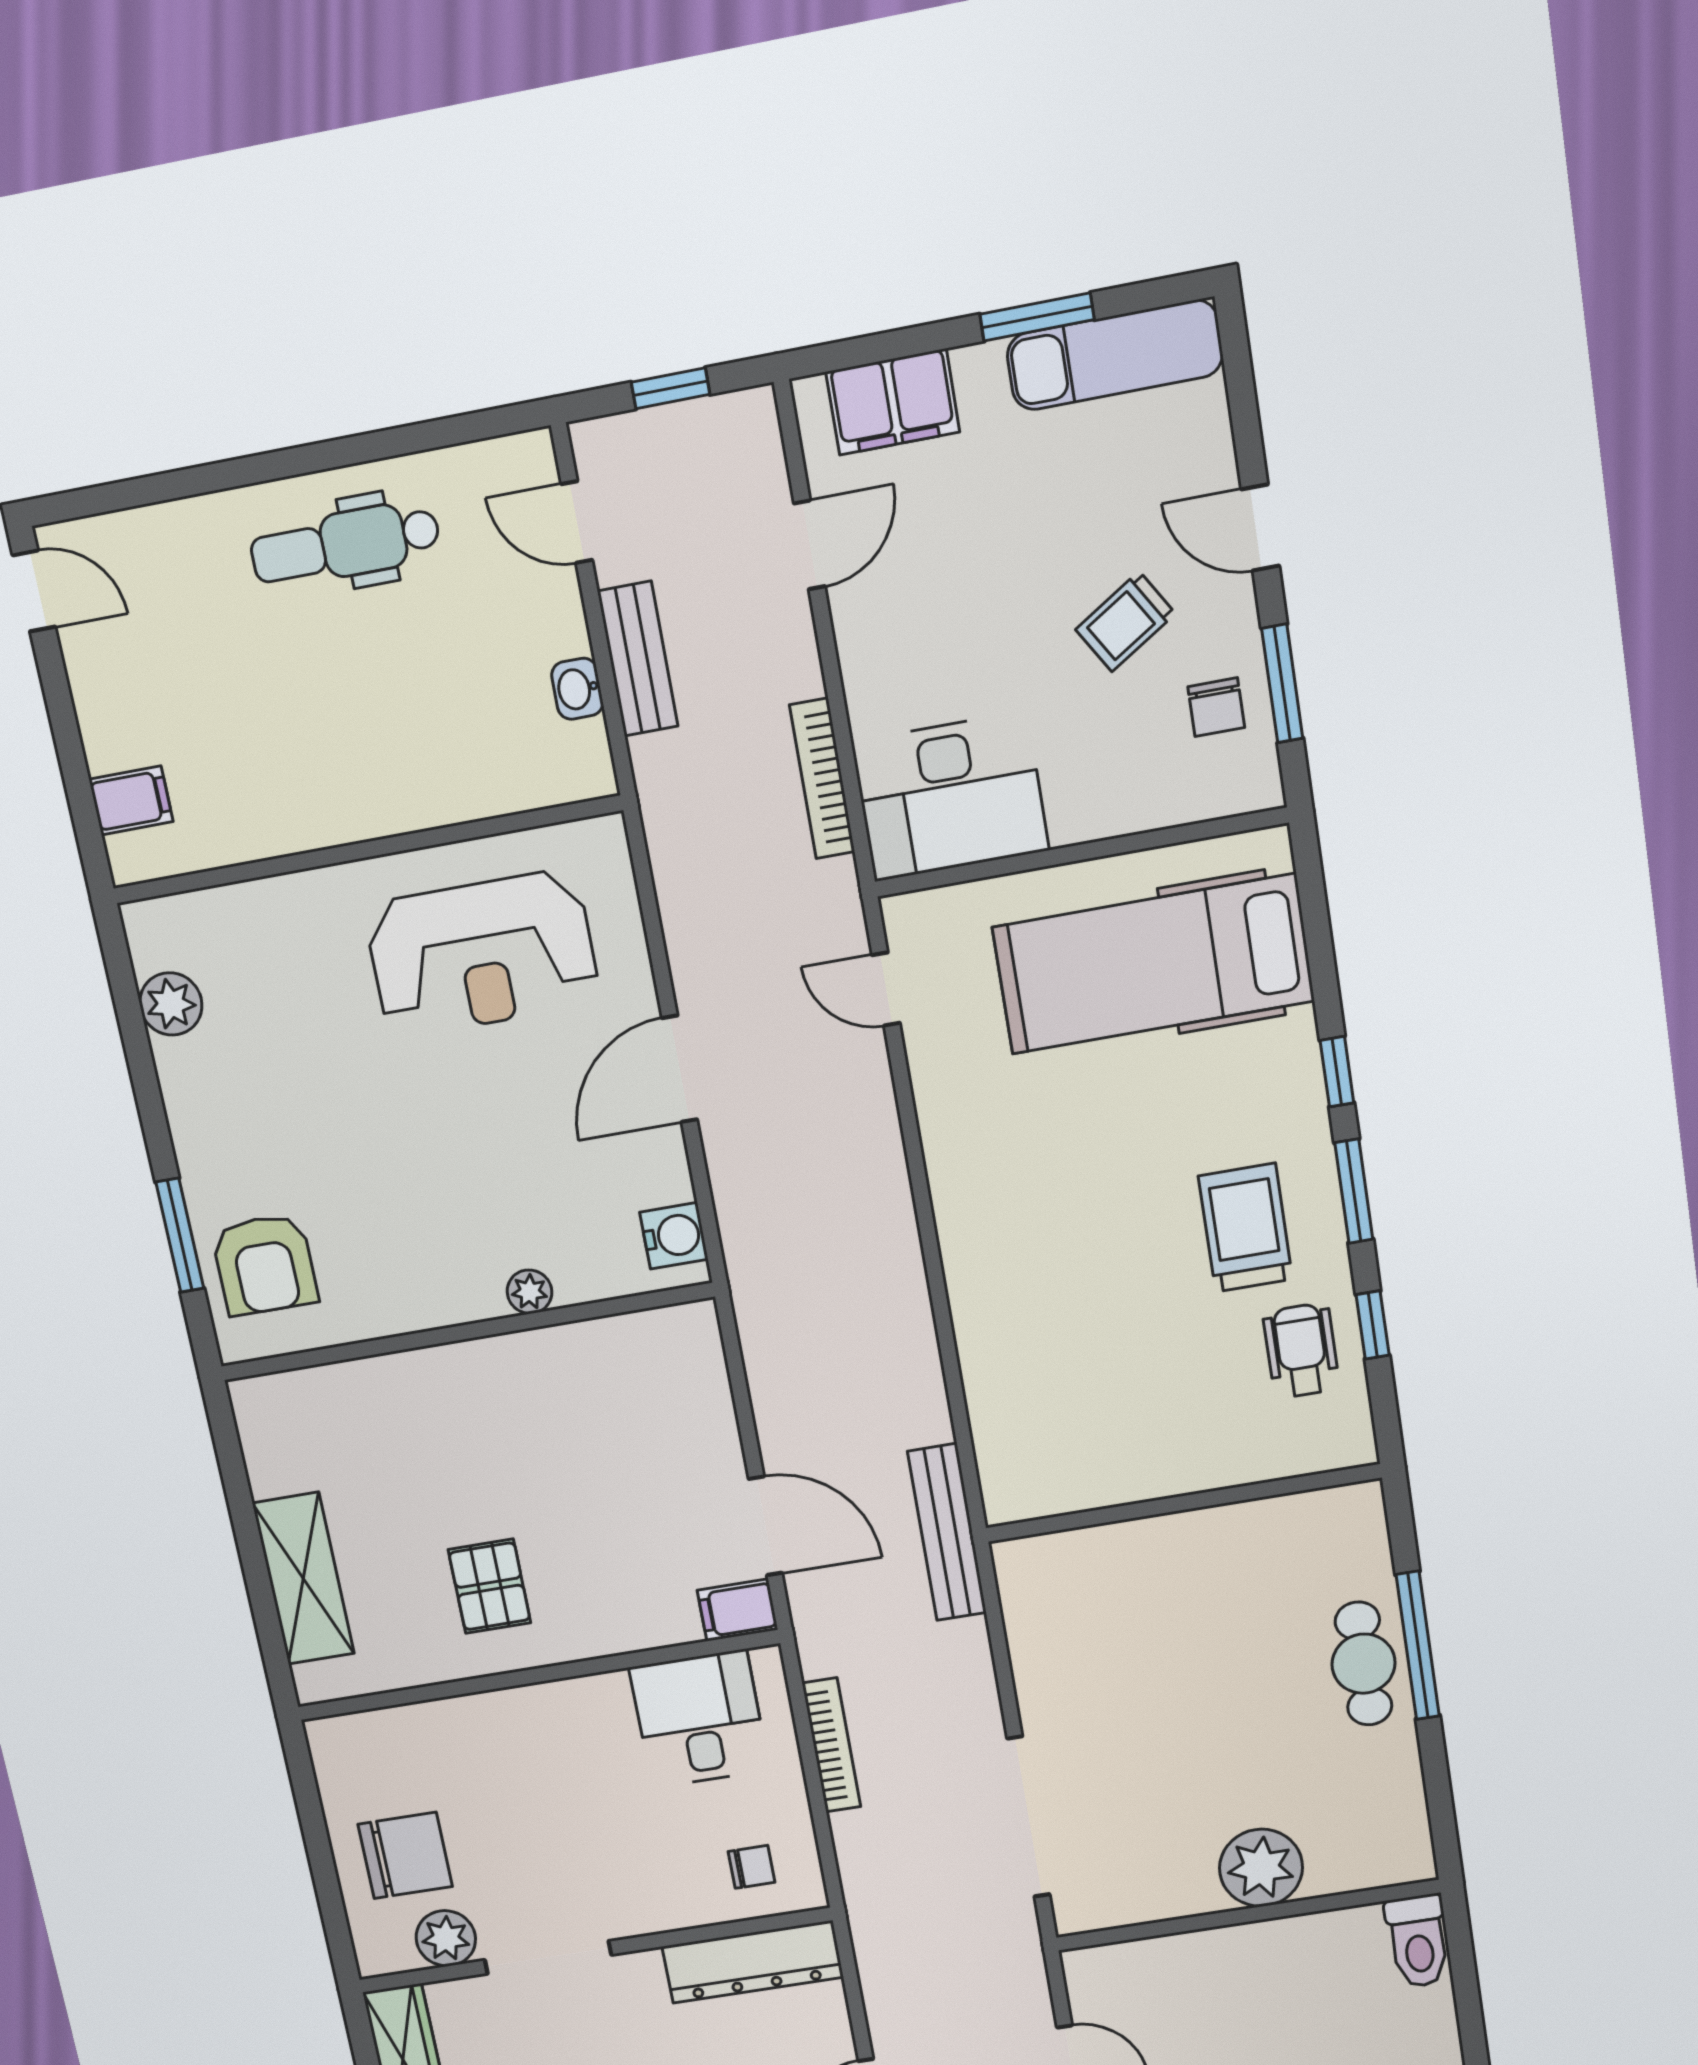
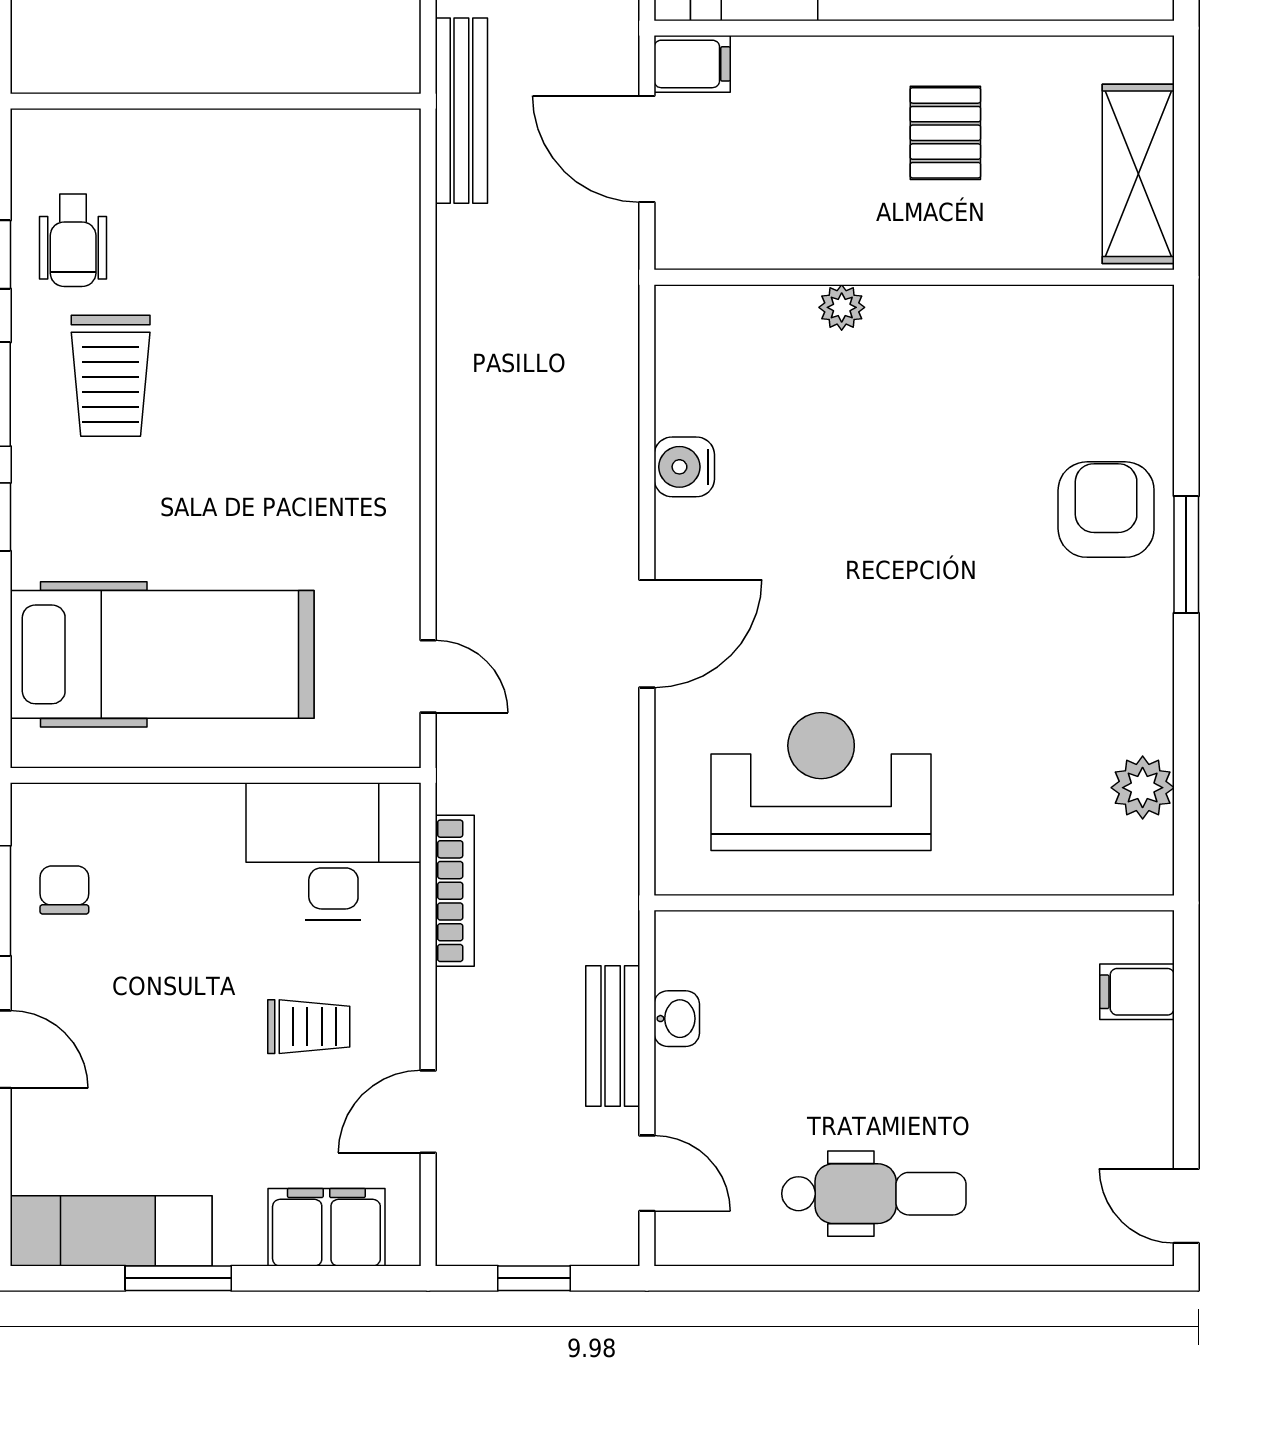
trolley: (1125, 622) -> (309, 1027), moved, turned 32
plant: (530, 1292) -> (842, 307), moved
wall: (467, 1332) -> (914, 277), moved

